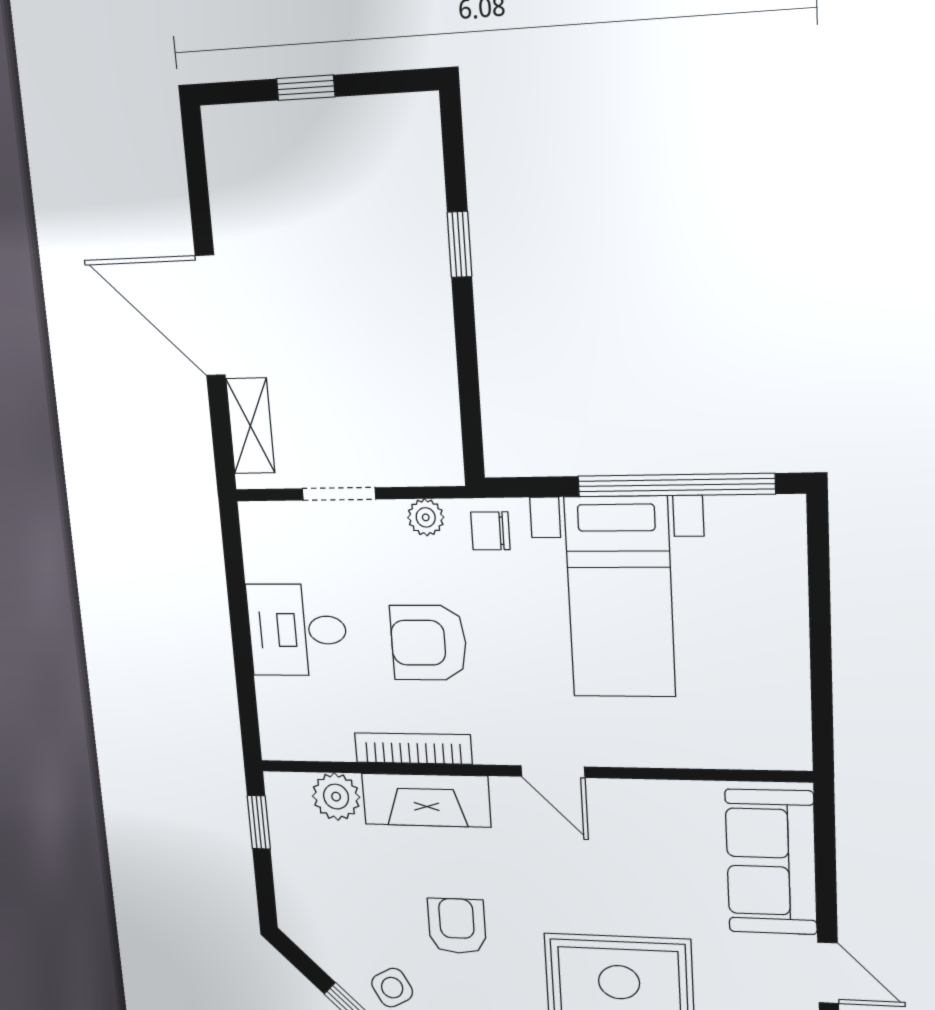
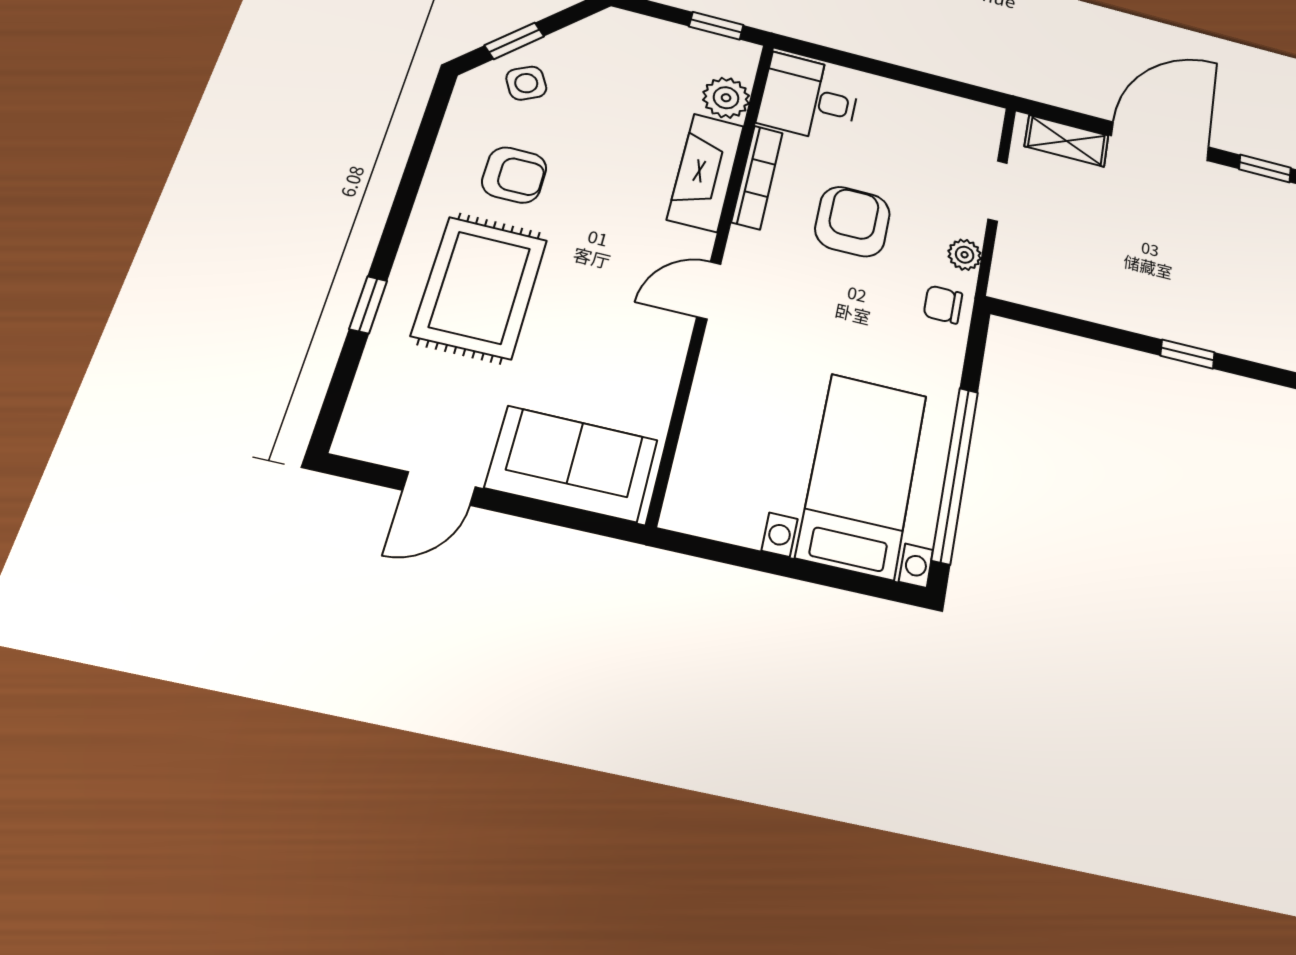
window: (197, 181) -> (1265, 168), added
chair: (490, 531) -> (943, 305), turned -90
bed with nightstands: (620, 597) -> (862, 475), moved, turned 90
desk: (297, 630) -> (809, 98), moved, turned -90
armchair: (457, 926) -> (514, 175), moved

